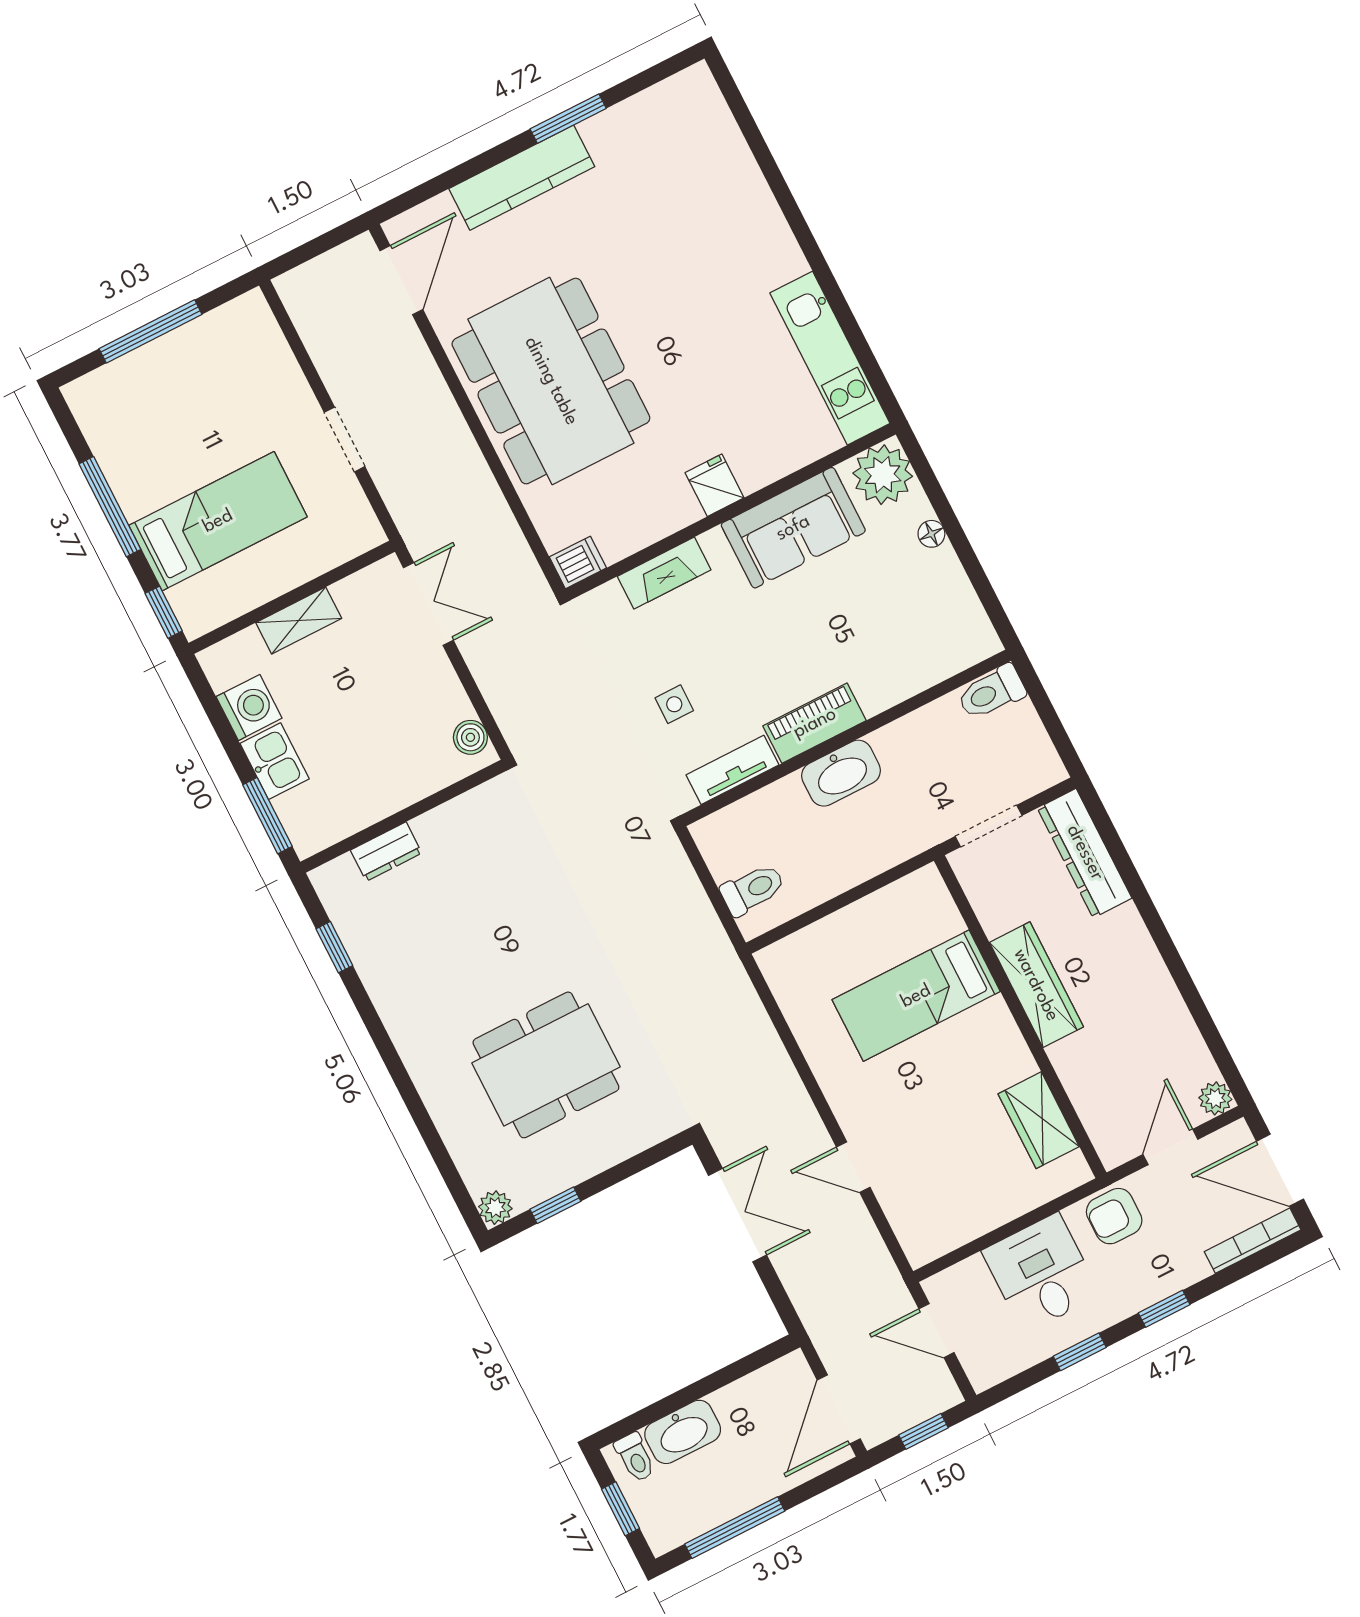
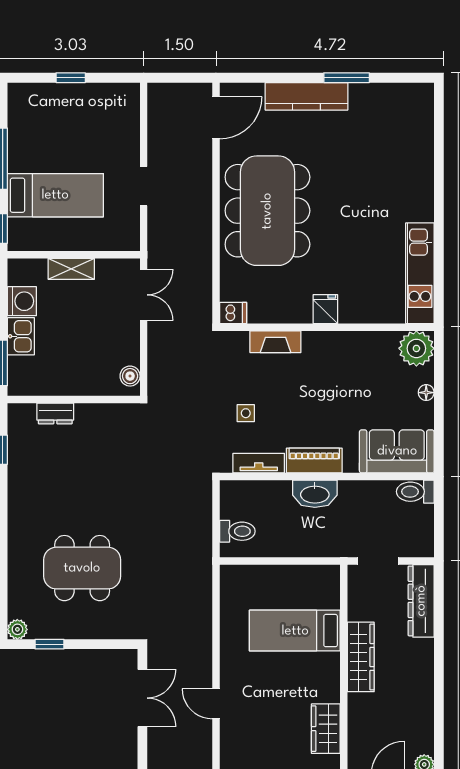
window: (150, 331) -> (71, 78), width x0.46
sofa: (793, 528) -> (397, 451), moved, turned 180

